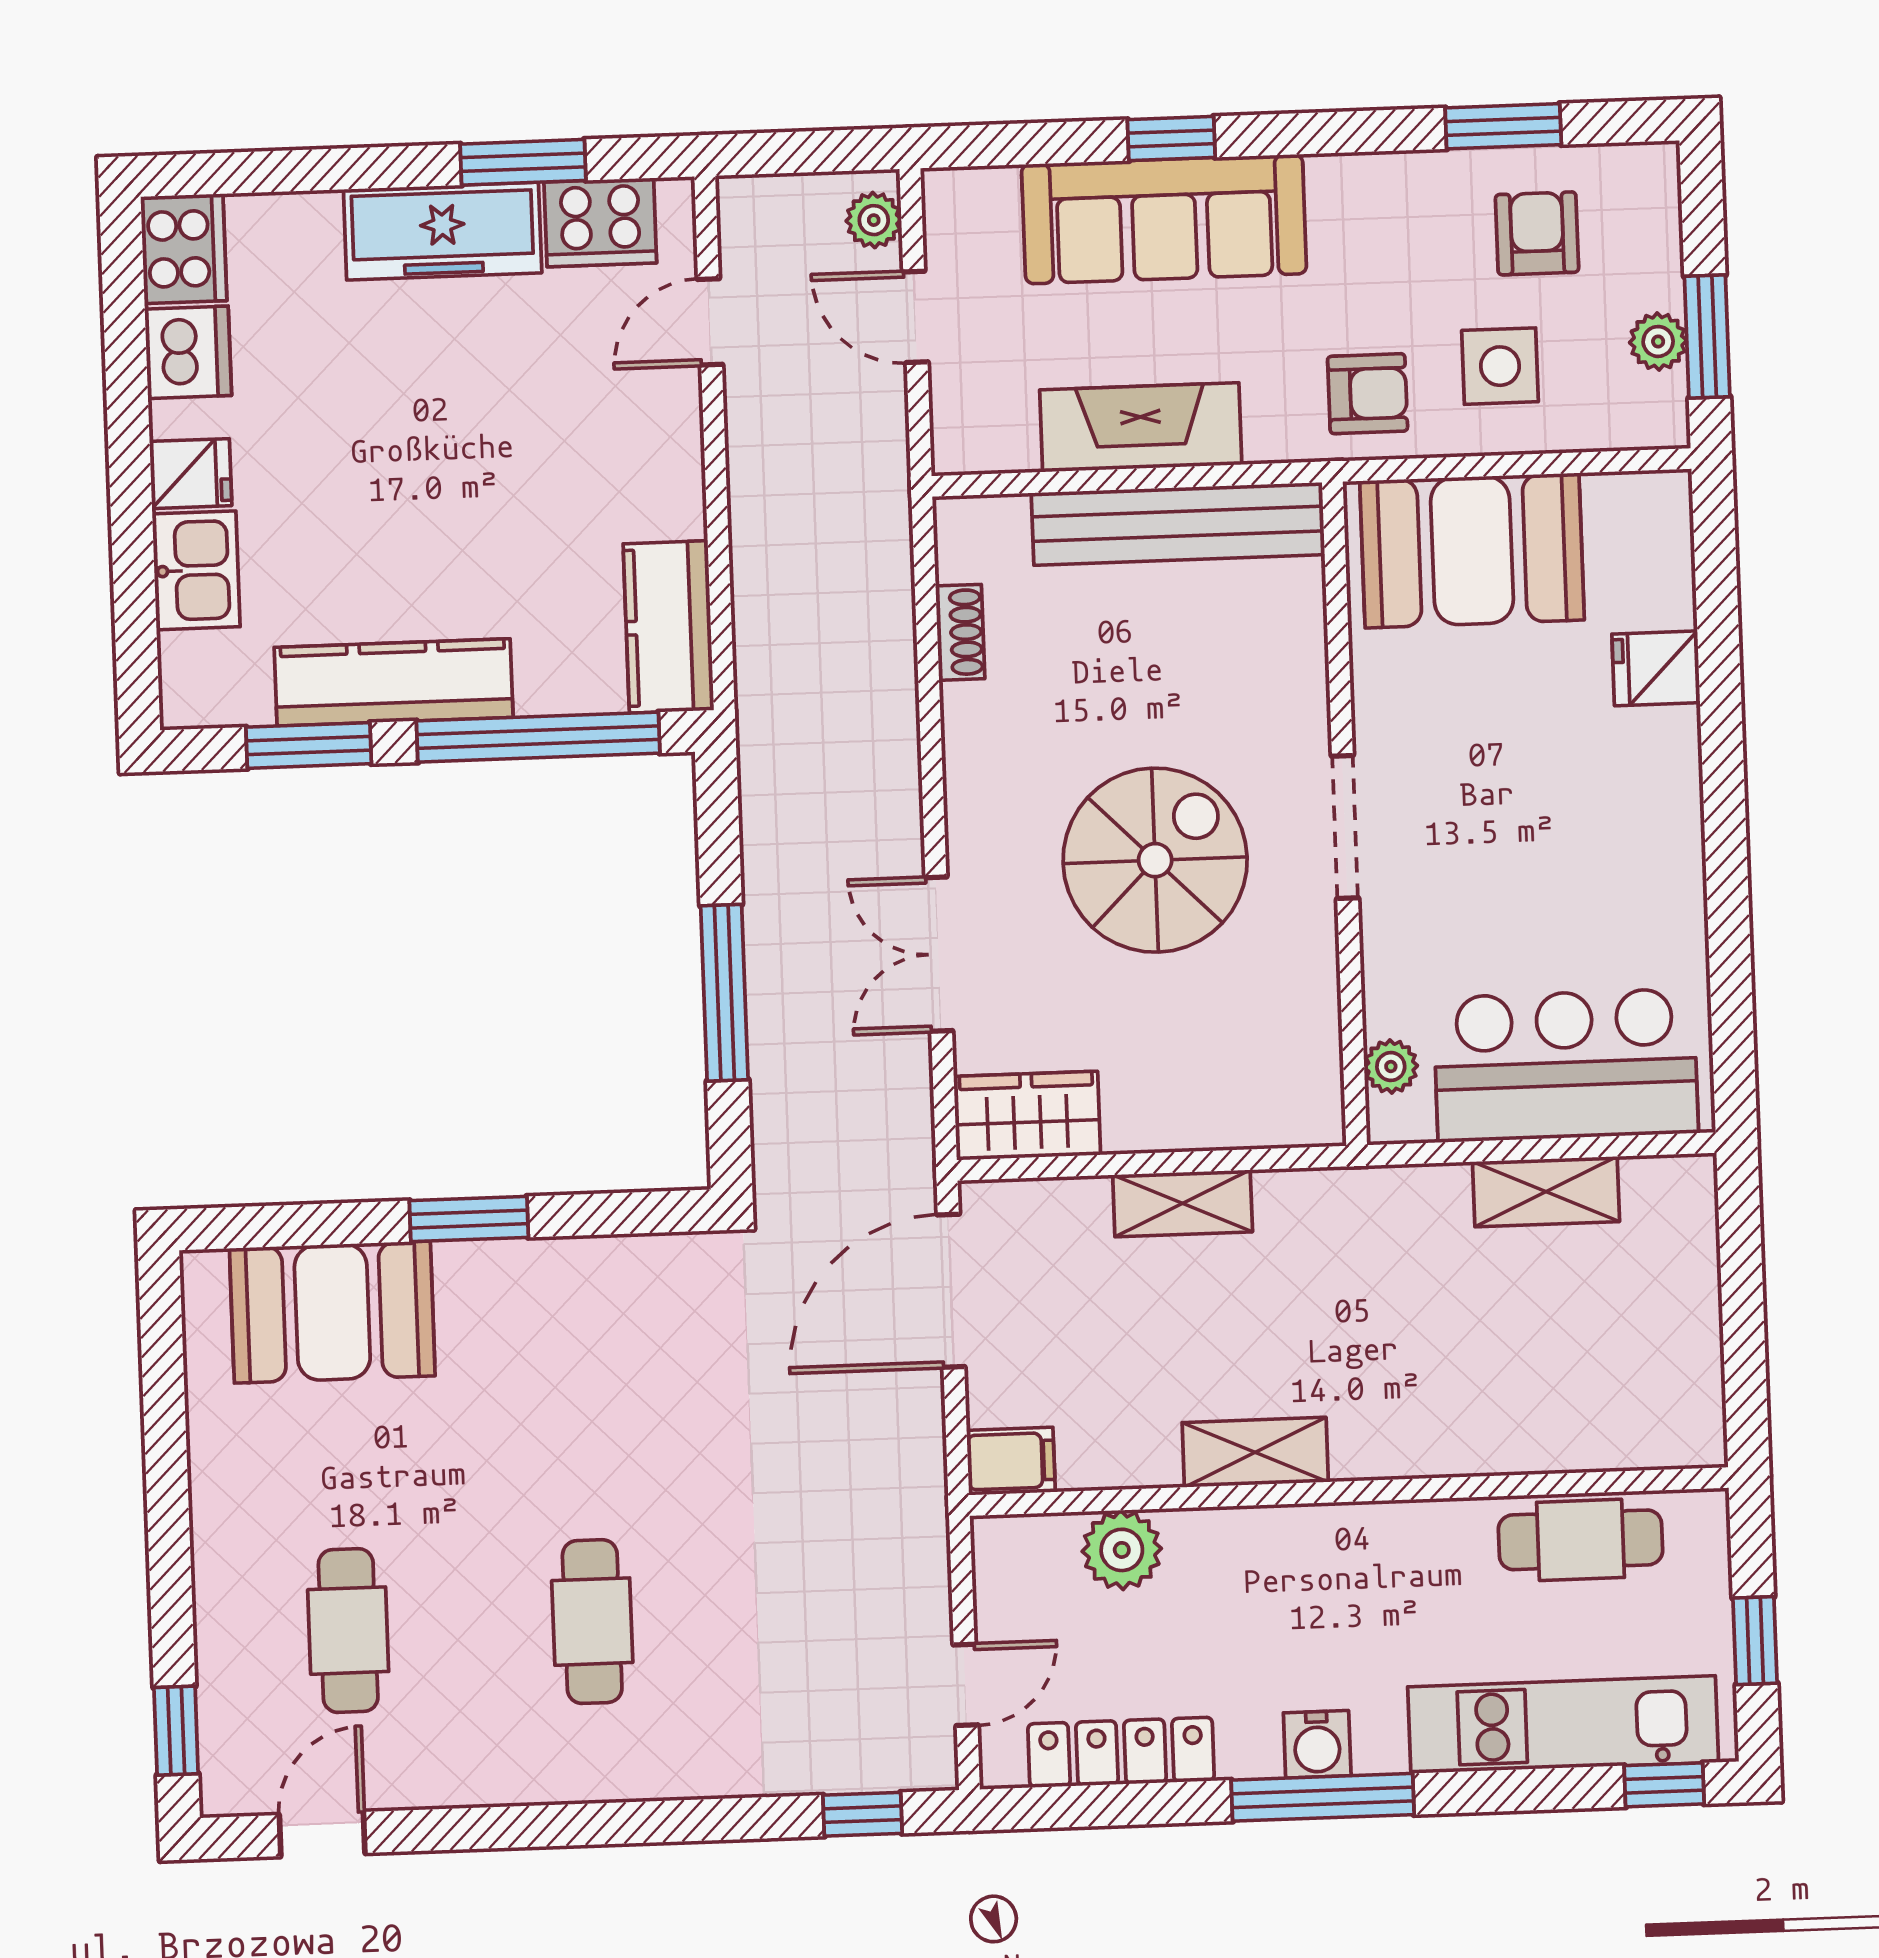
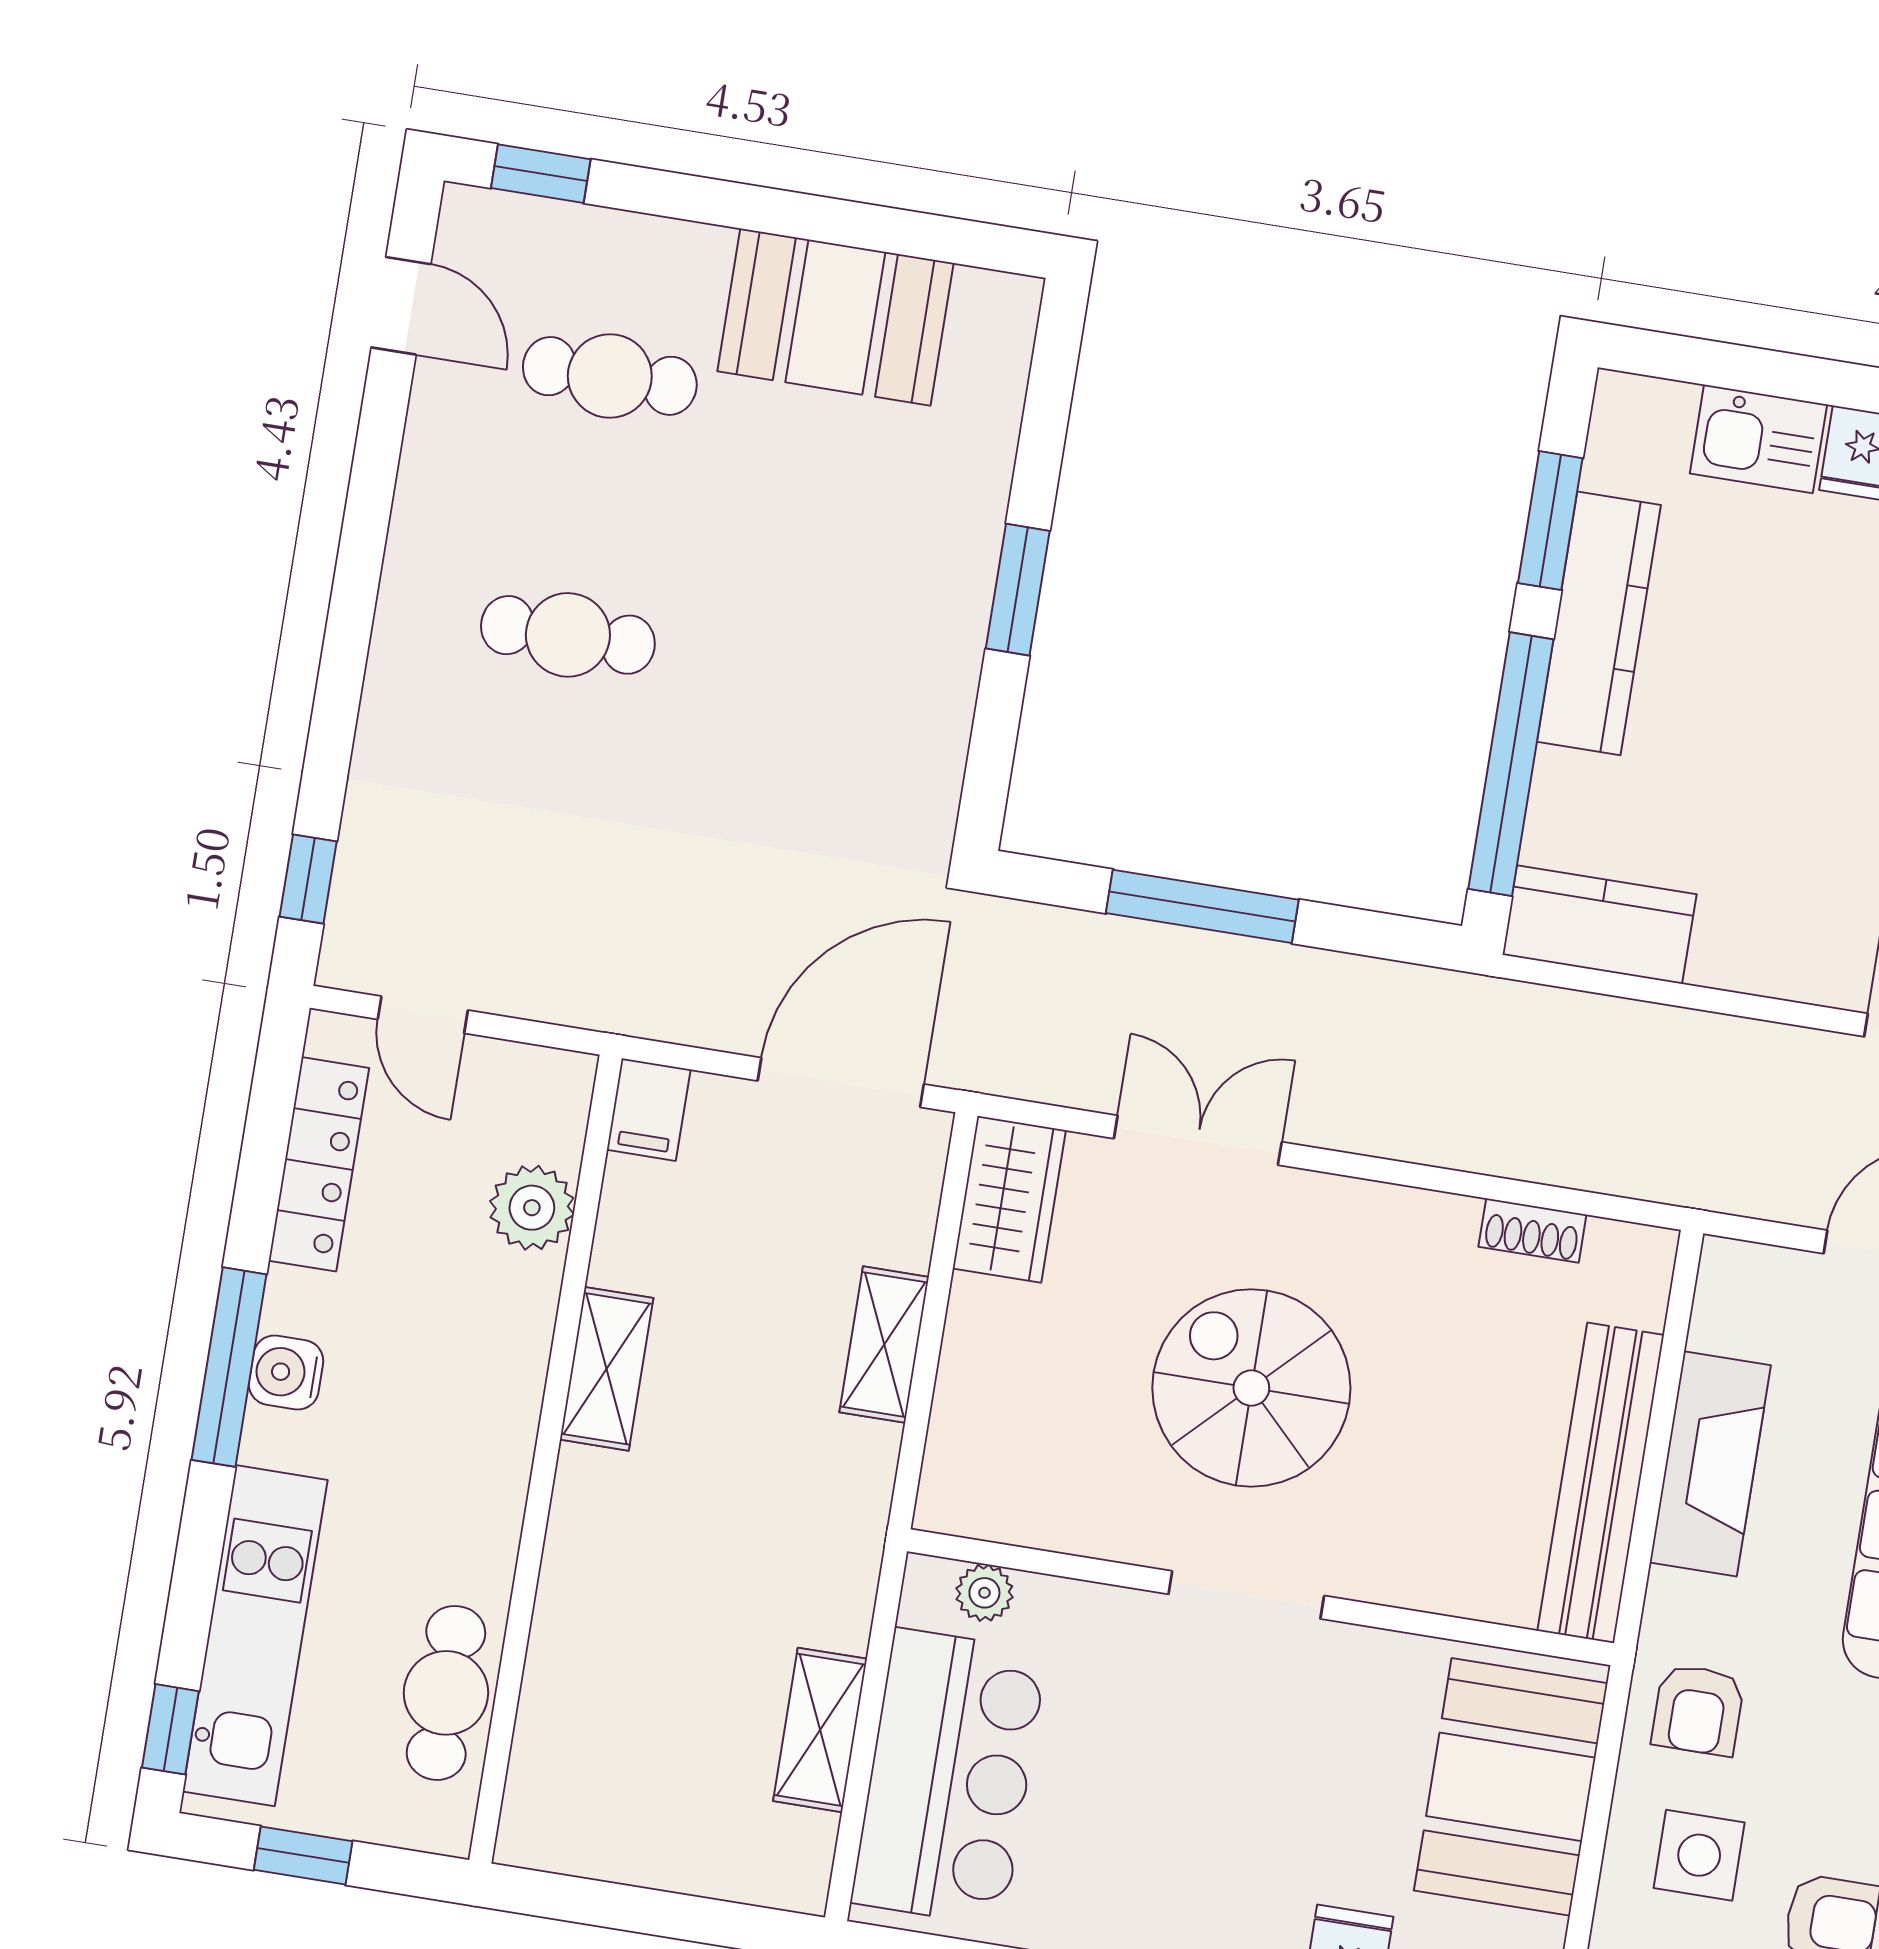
spiral stairs: (1155, 860) -> (1251, 1388), turned 180
door: (951, 1291) -> (841, 1082), hinge flipped
booth: (332, 1312) -> (835, 317), moved, turned 90

